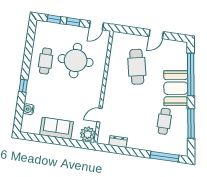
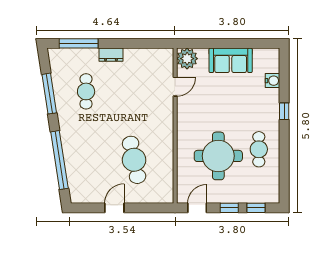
booth: (176, 88) -> (77, 138), removed
dresser: (118, 142) -> (111, 55), moved

